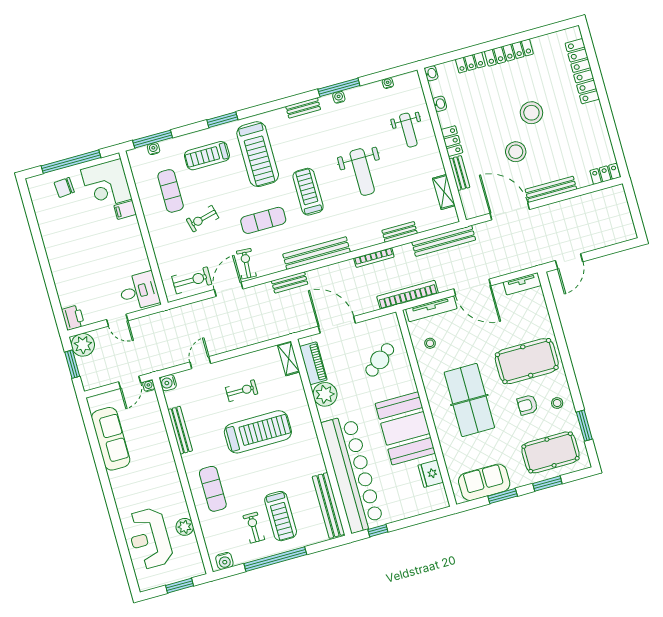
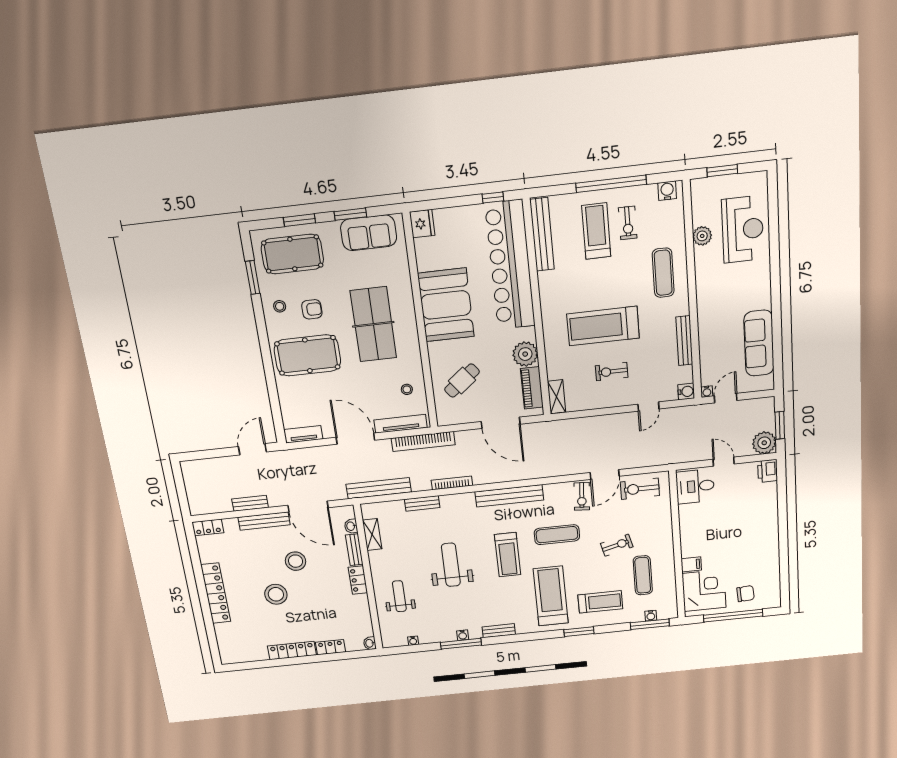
locker: (582, 71) -> (216, 593), moved
washbasin: (440, 104) -> (351, 526), moved
bench: (290, 282) -> (250, 503), moved
fridge: (431, 474) -> (422, 224), moved

